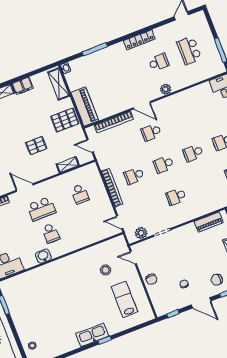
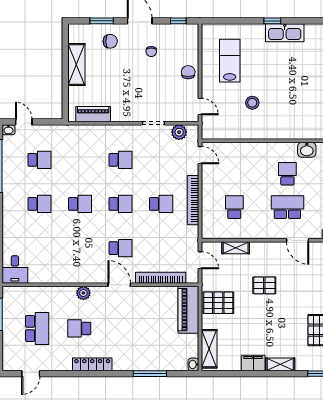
stool: (106, 270) -> (252, 103), moved
lab bench: (124, 299) -> (230, 61), turned 180

